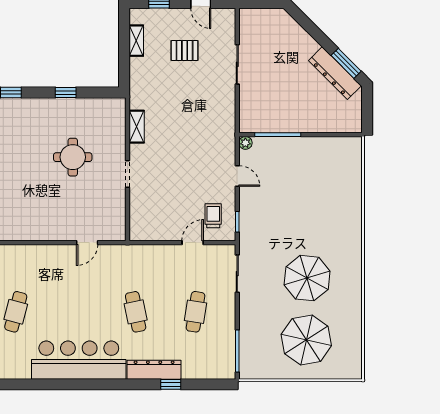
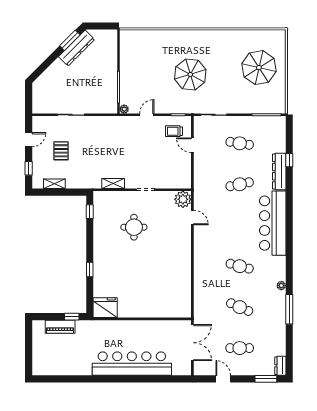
window: (66, 92) -> (90, 212), moved
plant: (114, 229) -> (183, 199), added
parasol: (307, 278) -> (190, 74), moved

